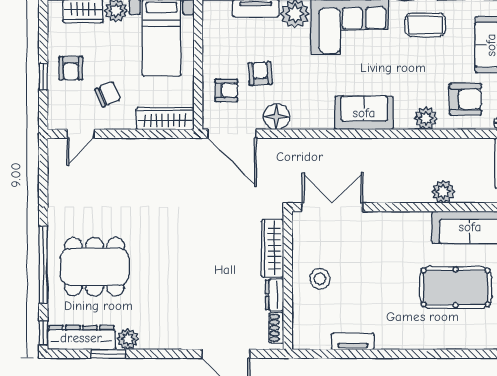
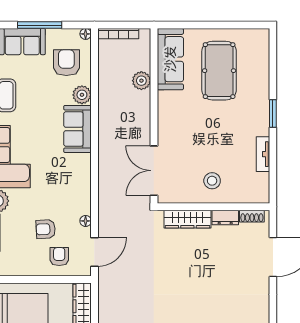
sofa: (364, 113) -> (78, 129), moved
floor lamp: (276, 117) -> (86, 221), width x0.53, depth x0.53
door: (232, 134) -> (94, 252), width x0.73
window: (403, 354) -> (273, 113), added

